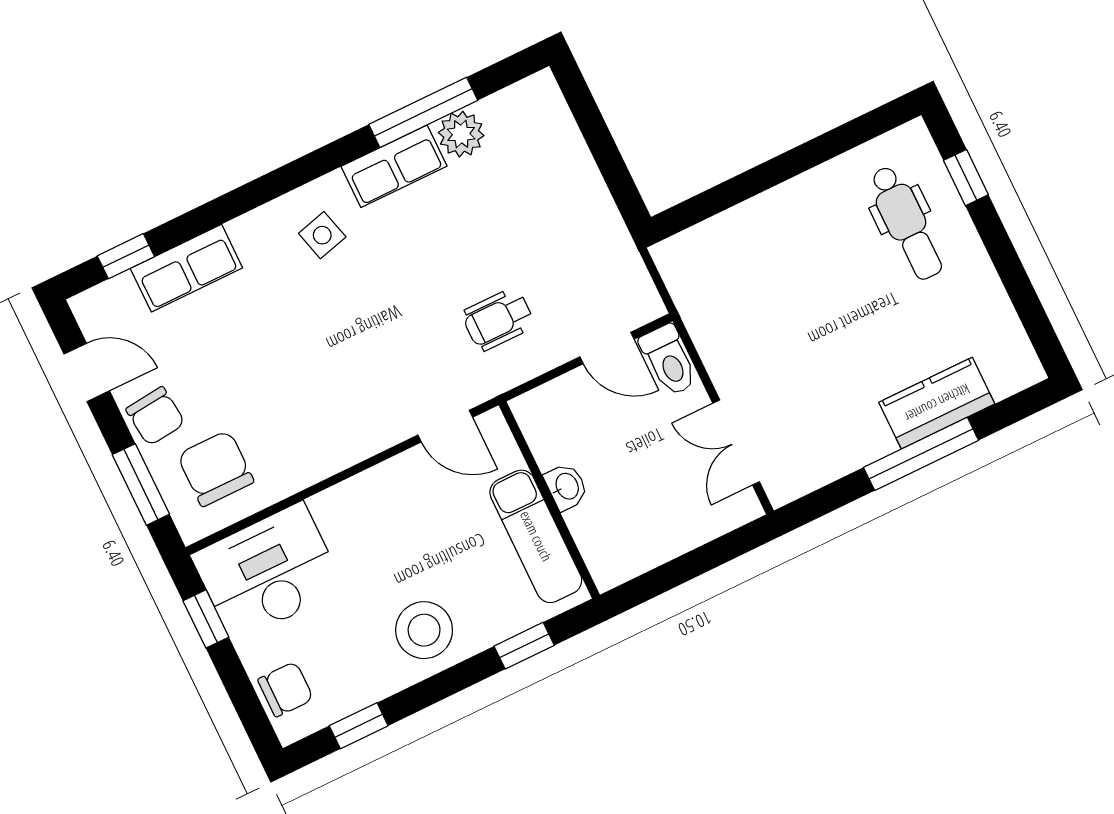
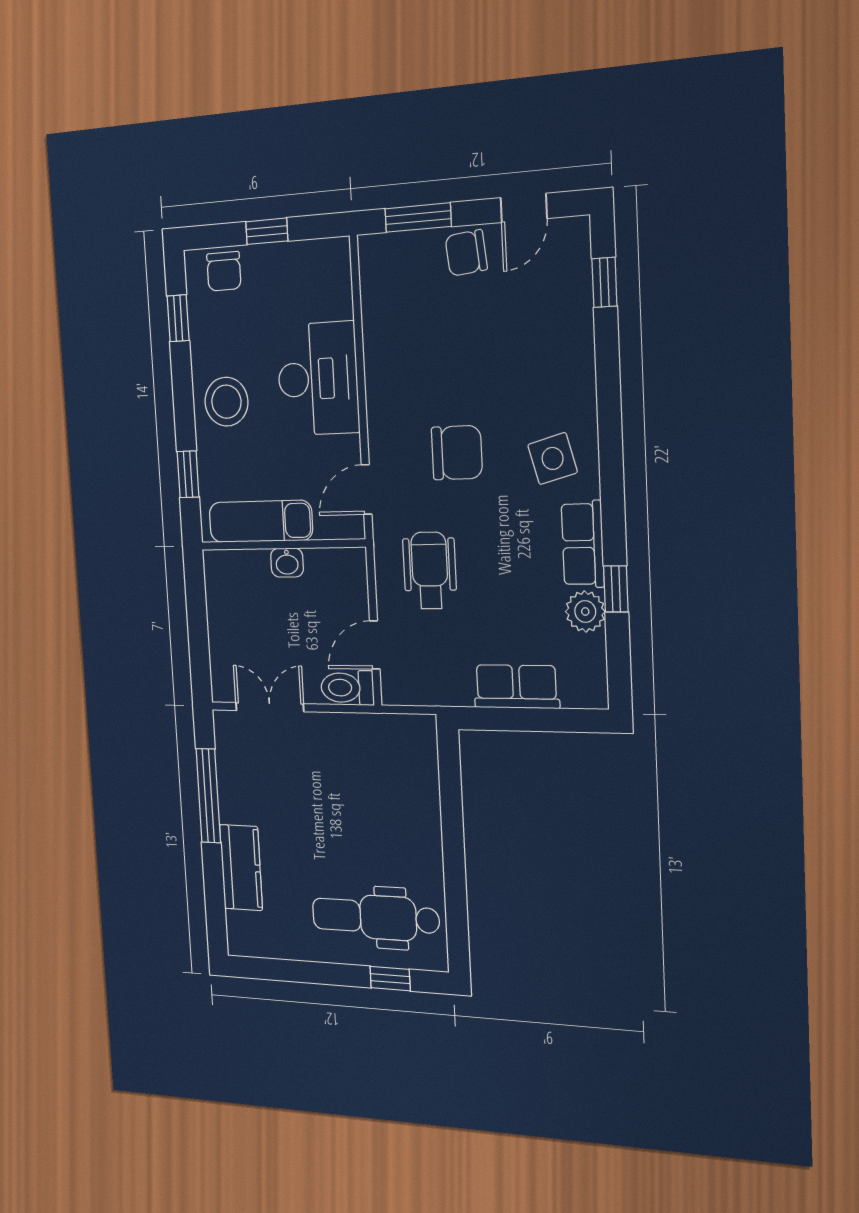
window: (423, 112) -> (616, 589), width x0.46
dental chair: (906, 223) -> (375, 917), width x1.36, depth x1.38
side table: (322, 235) -> (553, 458), width x1.37, depth x1.37
row of seats: (186, 268) -> (516, 687), moved, turned 90
wheelchair: (498, 319) -> (430, 571), width x1.36, depth x1.37
window: (921, 454) -> (208, 796), moved
chair: (215, 468) -> (457, 453), moved
desk: (268, 572) -> (318, 379), moved
window: (206, 619) -> (267, 231), moved

